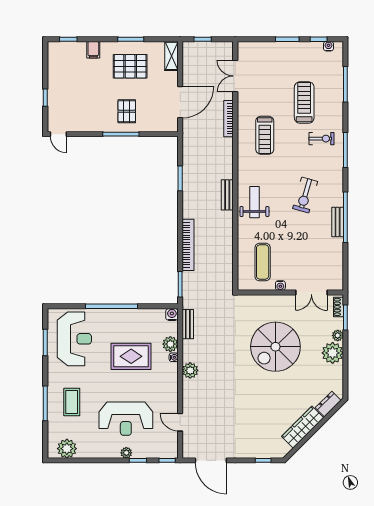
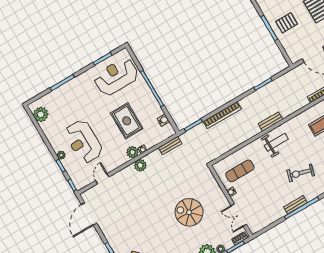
water cooler: (172, 314) -> (163, 120), moved
reception desk: (74, 339) -> (116, 77), turned 180
plant: (170, 344) -> (133, 152), moved
spiral stairs: (275, 347) -> (189, 212), width x0.73, depth x0.73
coffee table: (72, 402) -> (73, 99), removed

